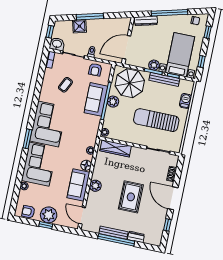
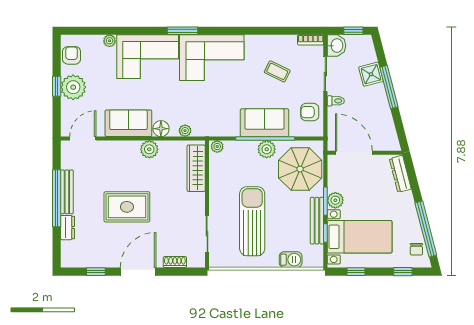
window: (170, 13) -> (426, 229), moved
plant: (95, 186) -> (149, 149), moved

